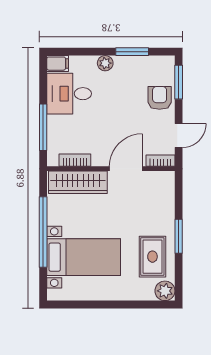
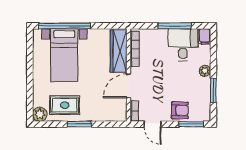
window: (43, 127) -> (175, 26), moved
bookcase: (75, 160) -> (135, 49), width x1.56
door: (126, 169) -> (128, 86), swing flipped
window: (43, 232) -> (64, 26), moved

